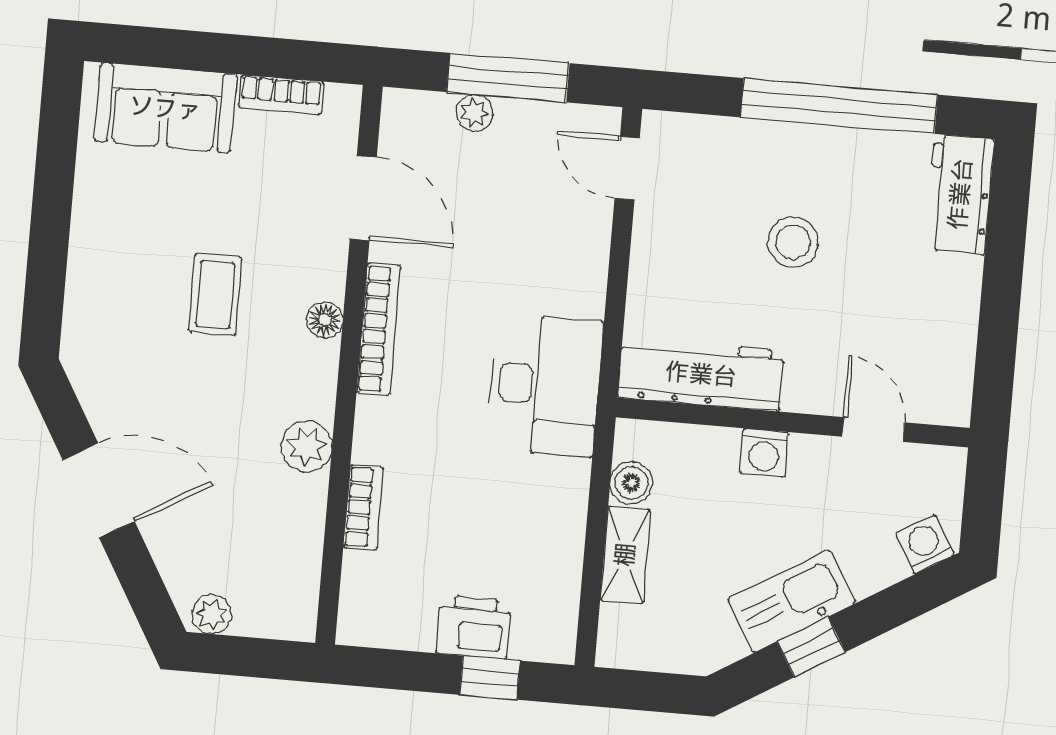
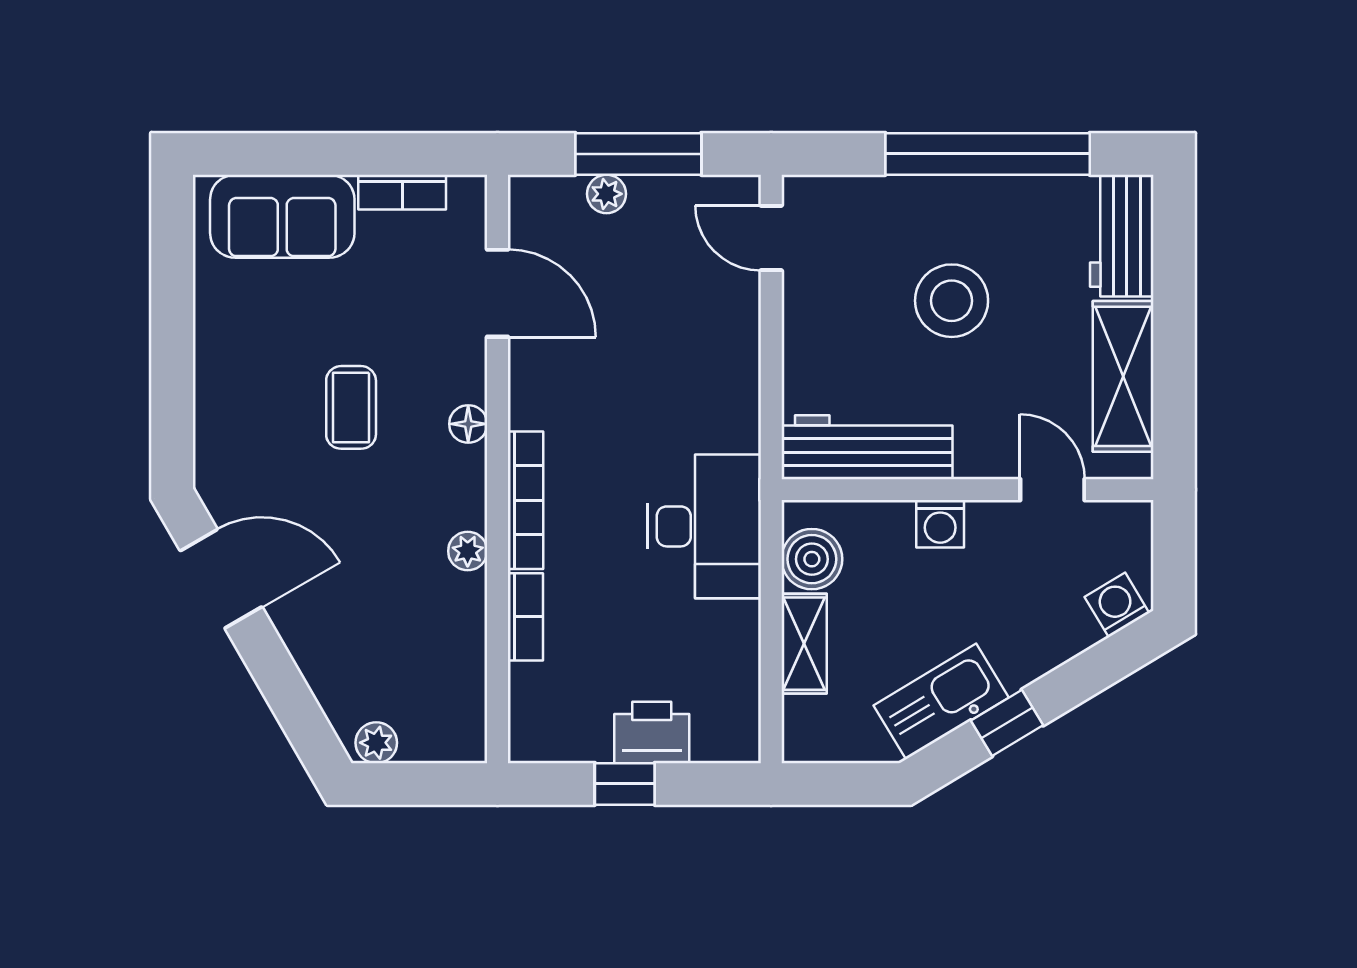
stool: (793, 242) -> (952, 301), width x1.38, depth x1.38
shelving: (950, 328) -> (1123, 376), added
bookcase: (379, 329) -> (525, 500), moved
desk: (545, 385) -> (704, 526), moved
plant: (307, 446) -> (468, 551), width x0.73, depth x0.73
boiler: (631, 483) -> (812, 559), width x1.36, depth x1.36
door: (99, 491) -> (221, 579), moved
kitchen sink: (791, 601) -> (941, 701), moved
window: (490, 678) -> (625, 784), moved

